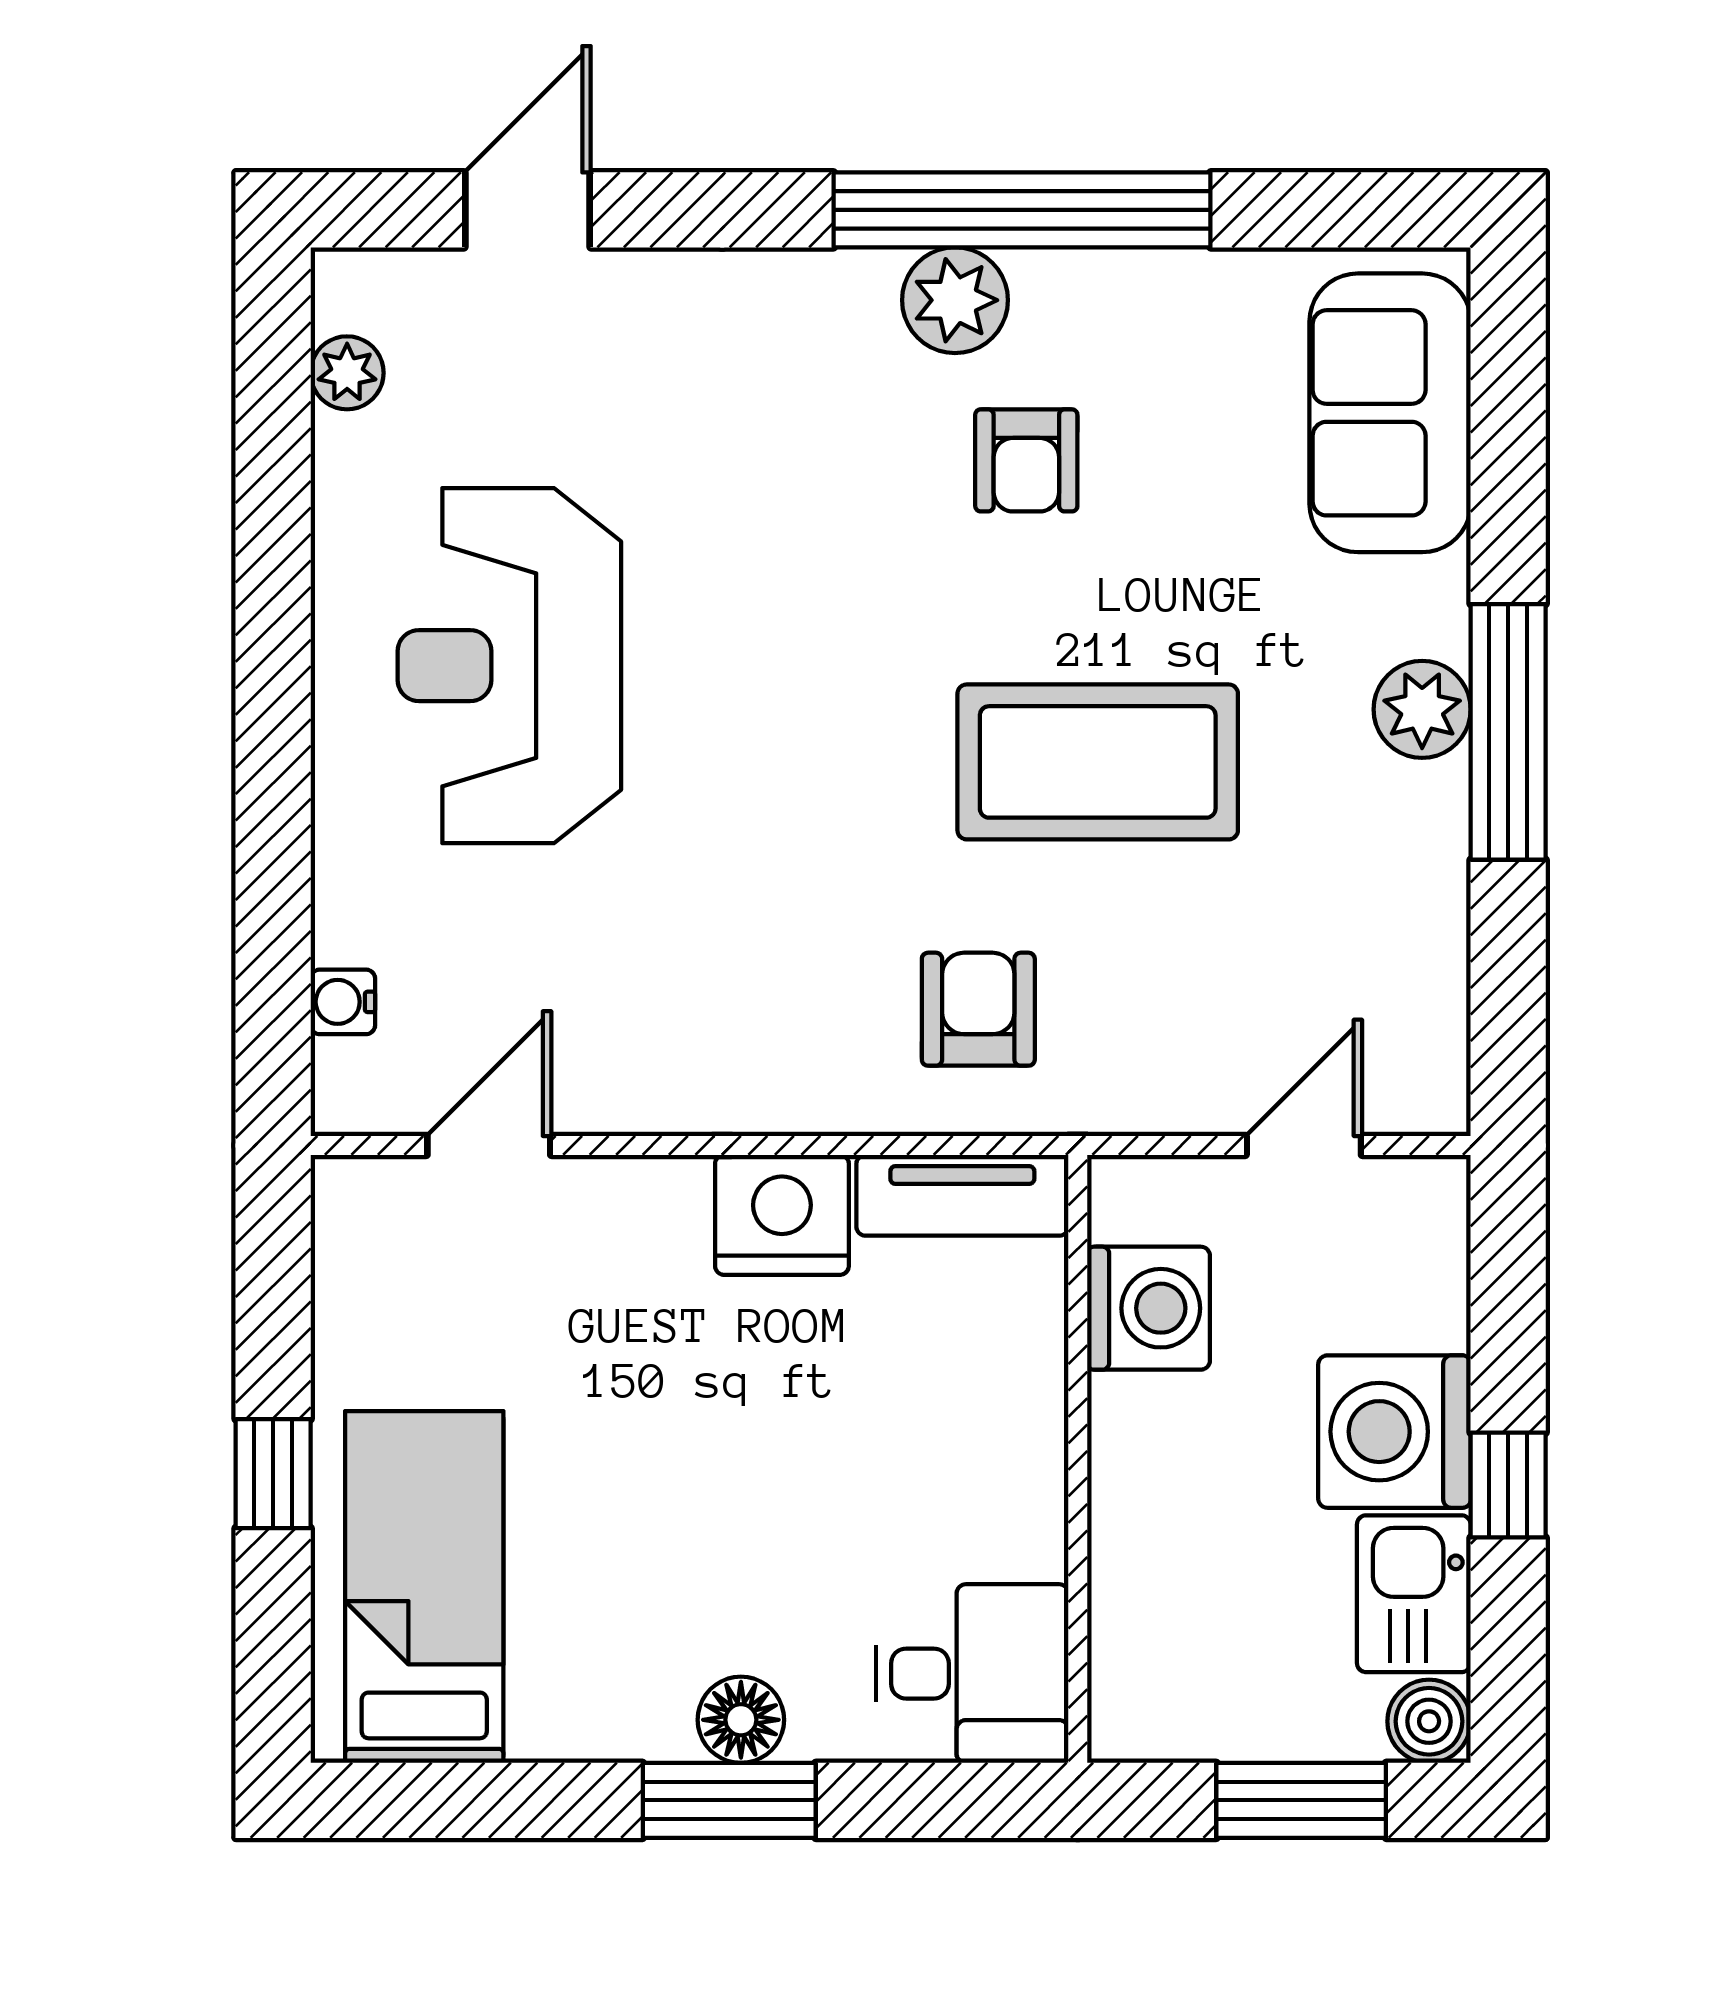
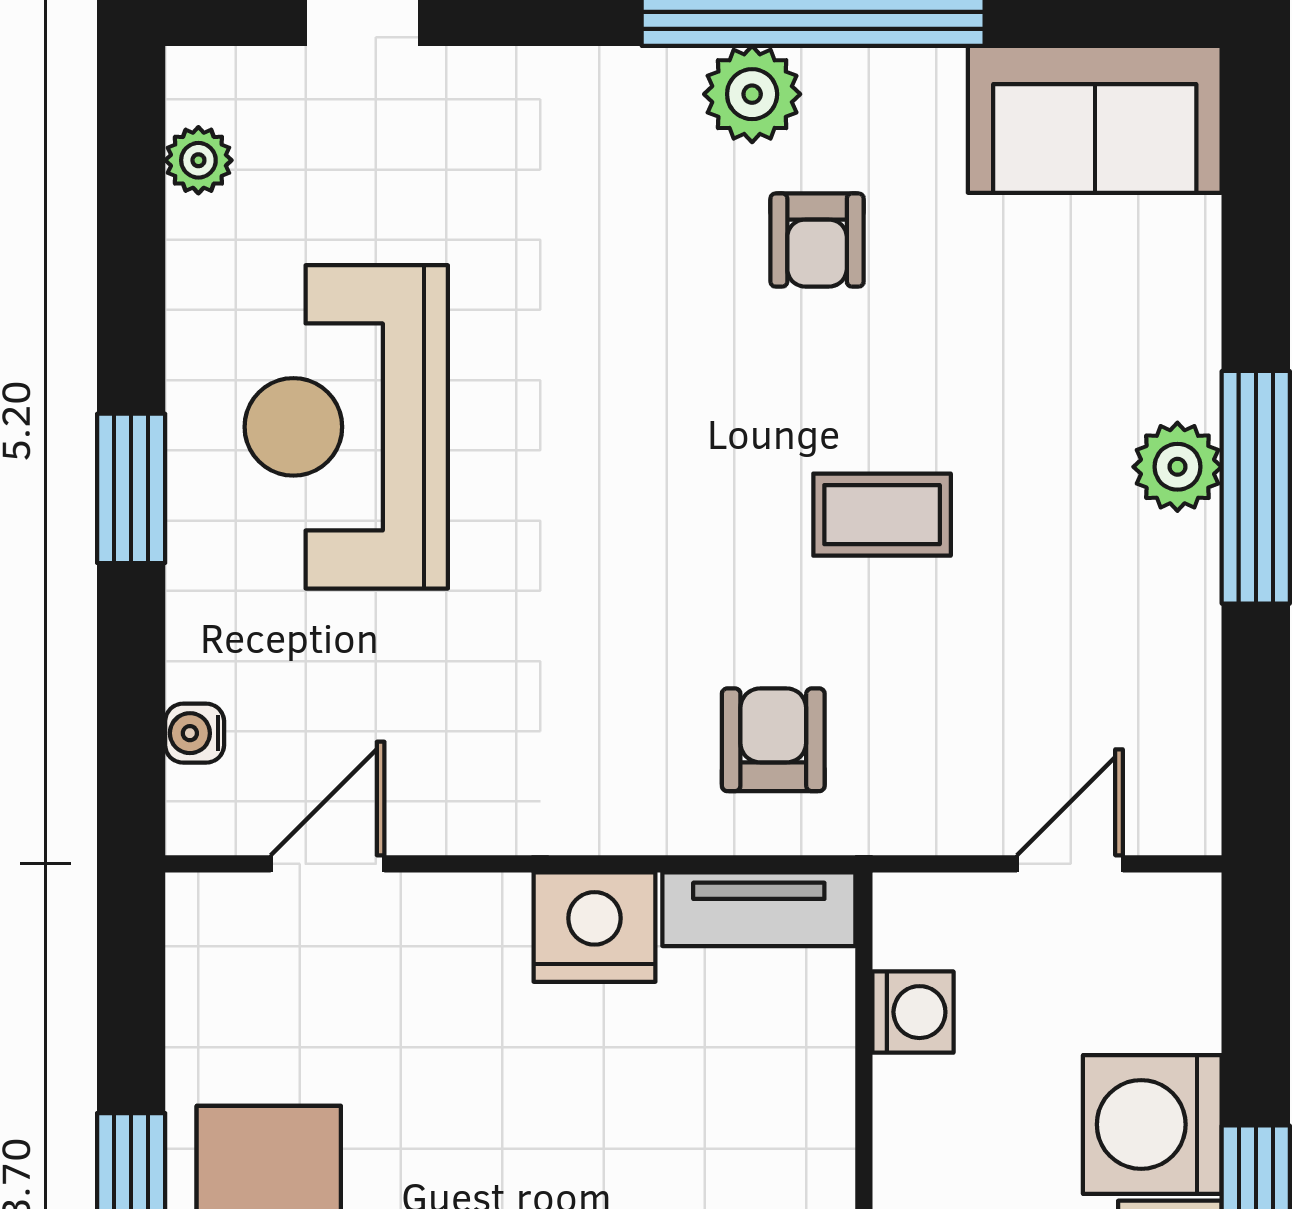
sofa: (1390, 413) -> (1095, 119), moved, turned -90
window: (273, 733) -> (131, 488), added
coffee table: (1098, 762) -> (882, 515), width x0.54, depth x0.58
washing machine: (1149, 1308) -> (913, 1012), width x0.73, depth x0.73

